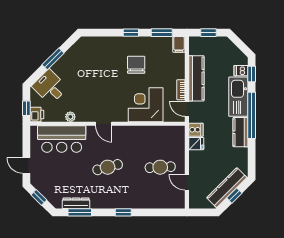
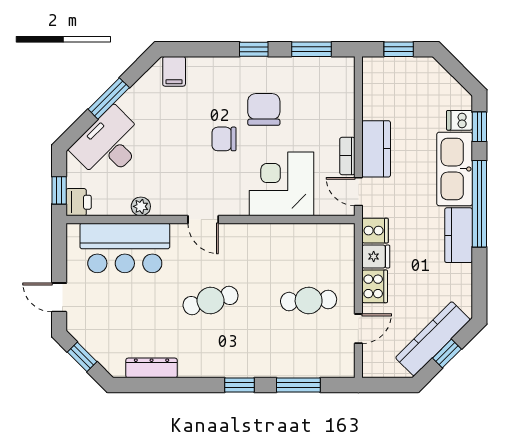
filing cabinet: (179, 44) -> (174, 71), moved
kitchen counter: (196, 78) -> (376, 149), width x0.67
chair: (115, 81) -> (224, 139), added
desk: (50, 87) -> (109, 145), width x1.37
cooker: (196, 160) -> (375, 286), added
door: (187, 182) -> (358, 329), swing flipped
window: (80, 212) -> (298, 385), moved

